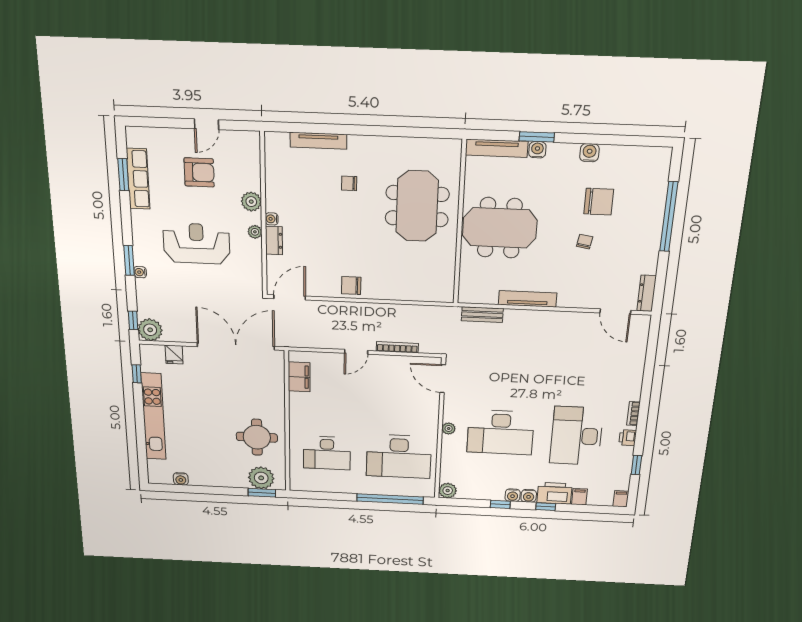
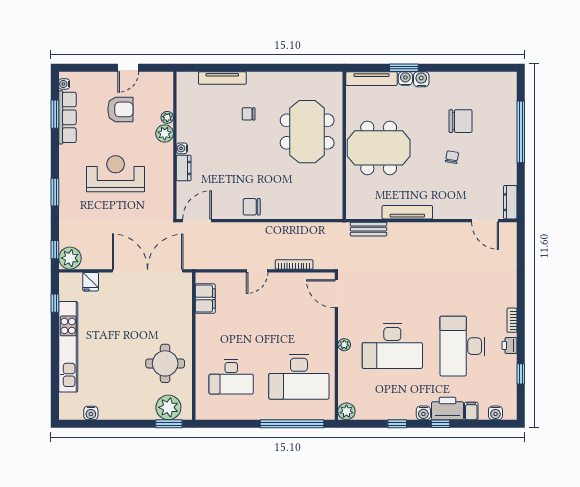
water cooler: (589, 153) -> (421, 79), moved
plant: (255, 232) -> (167, 117), moved
water cooler: (140, 272) -> (64, 84), moved
water cooler: (513, 495) -> (495, 413), moved
filing cabinet: (621, 499) -> (510, 411), removed

